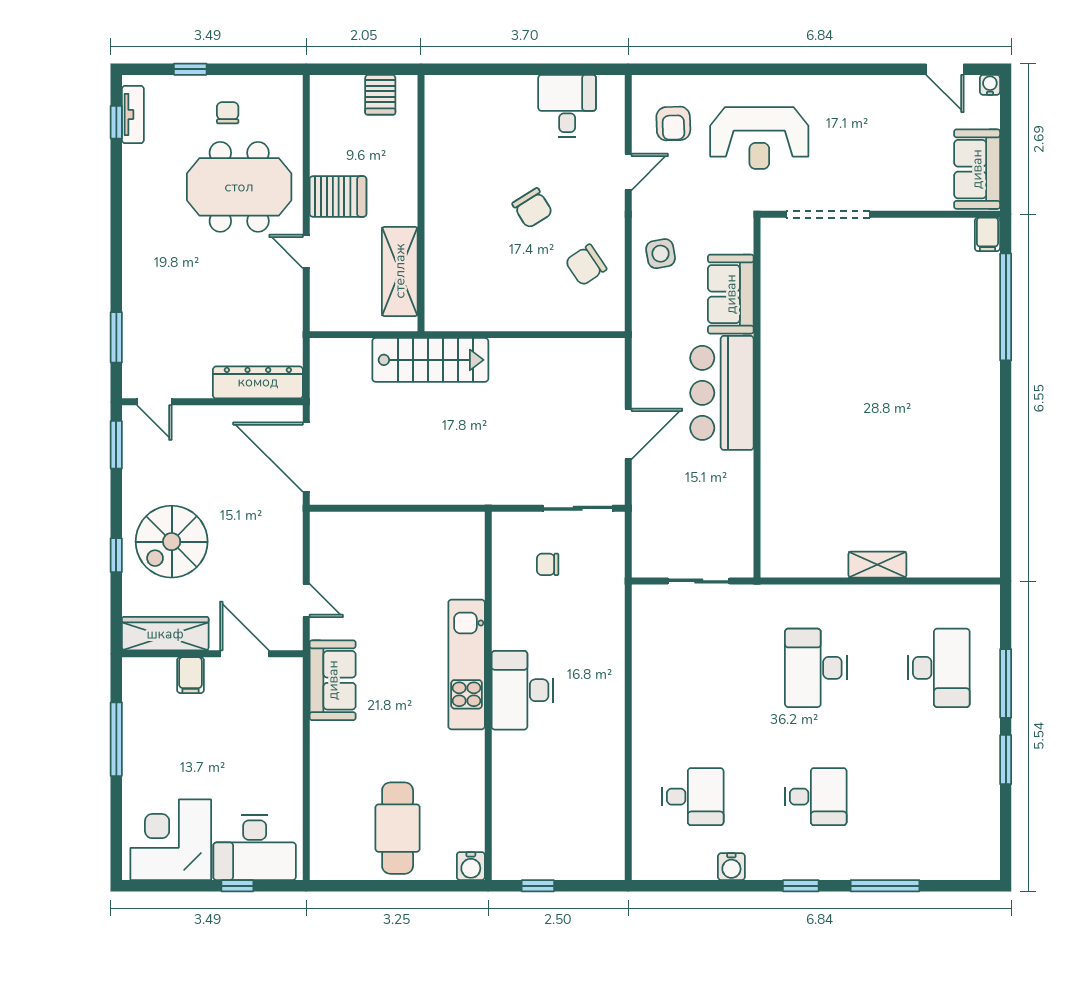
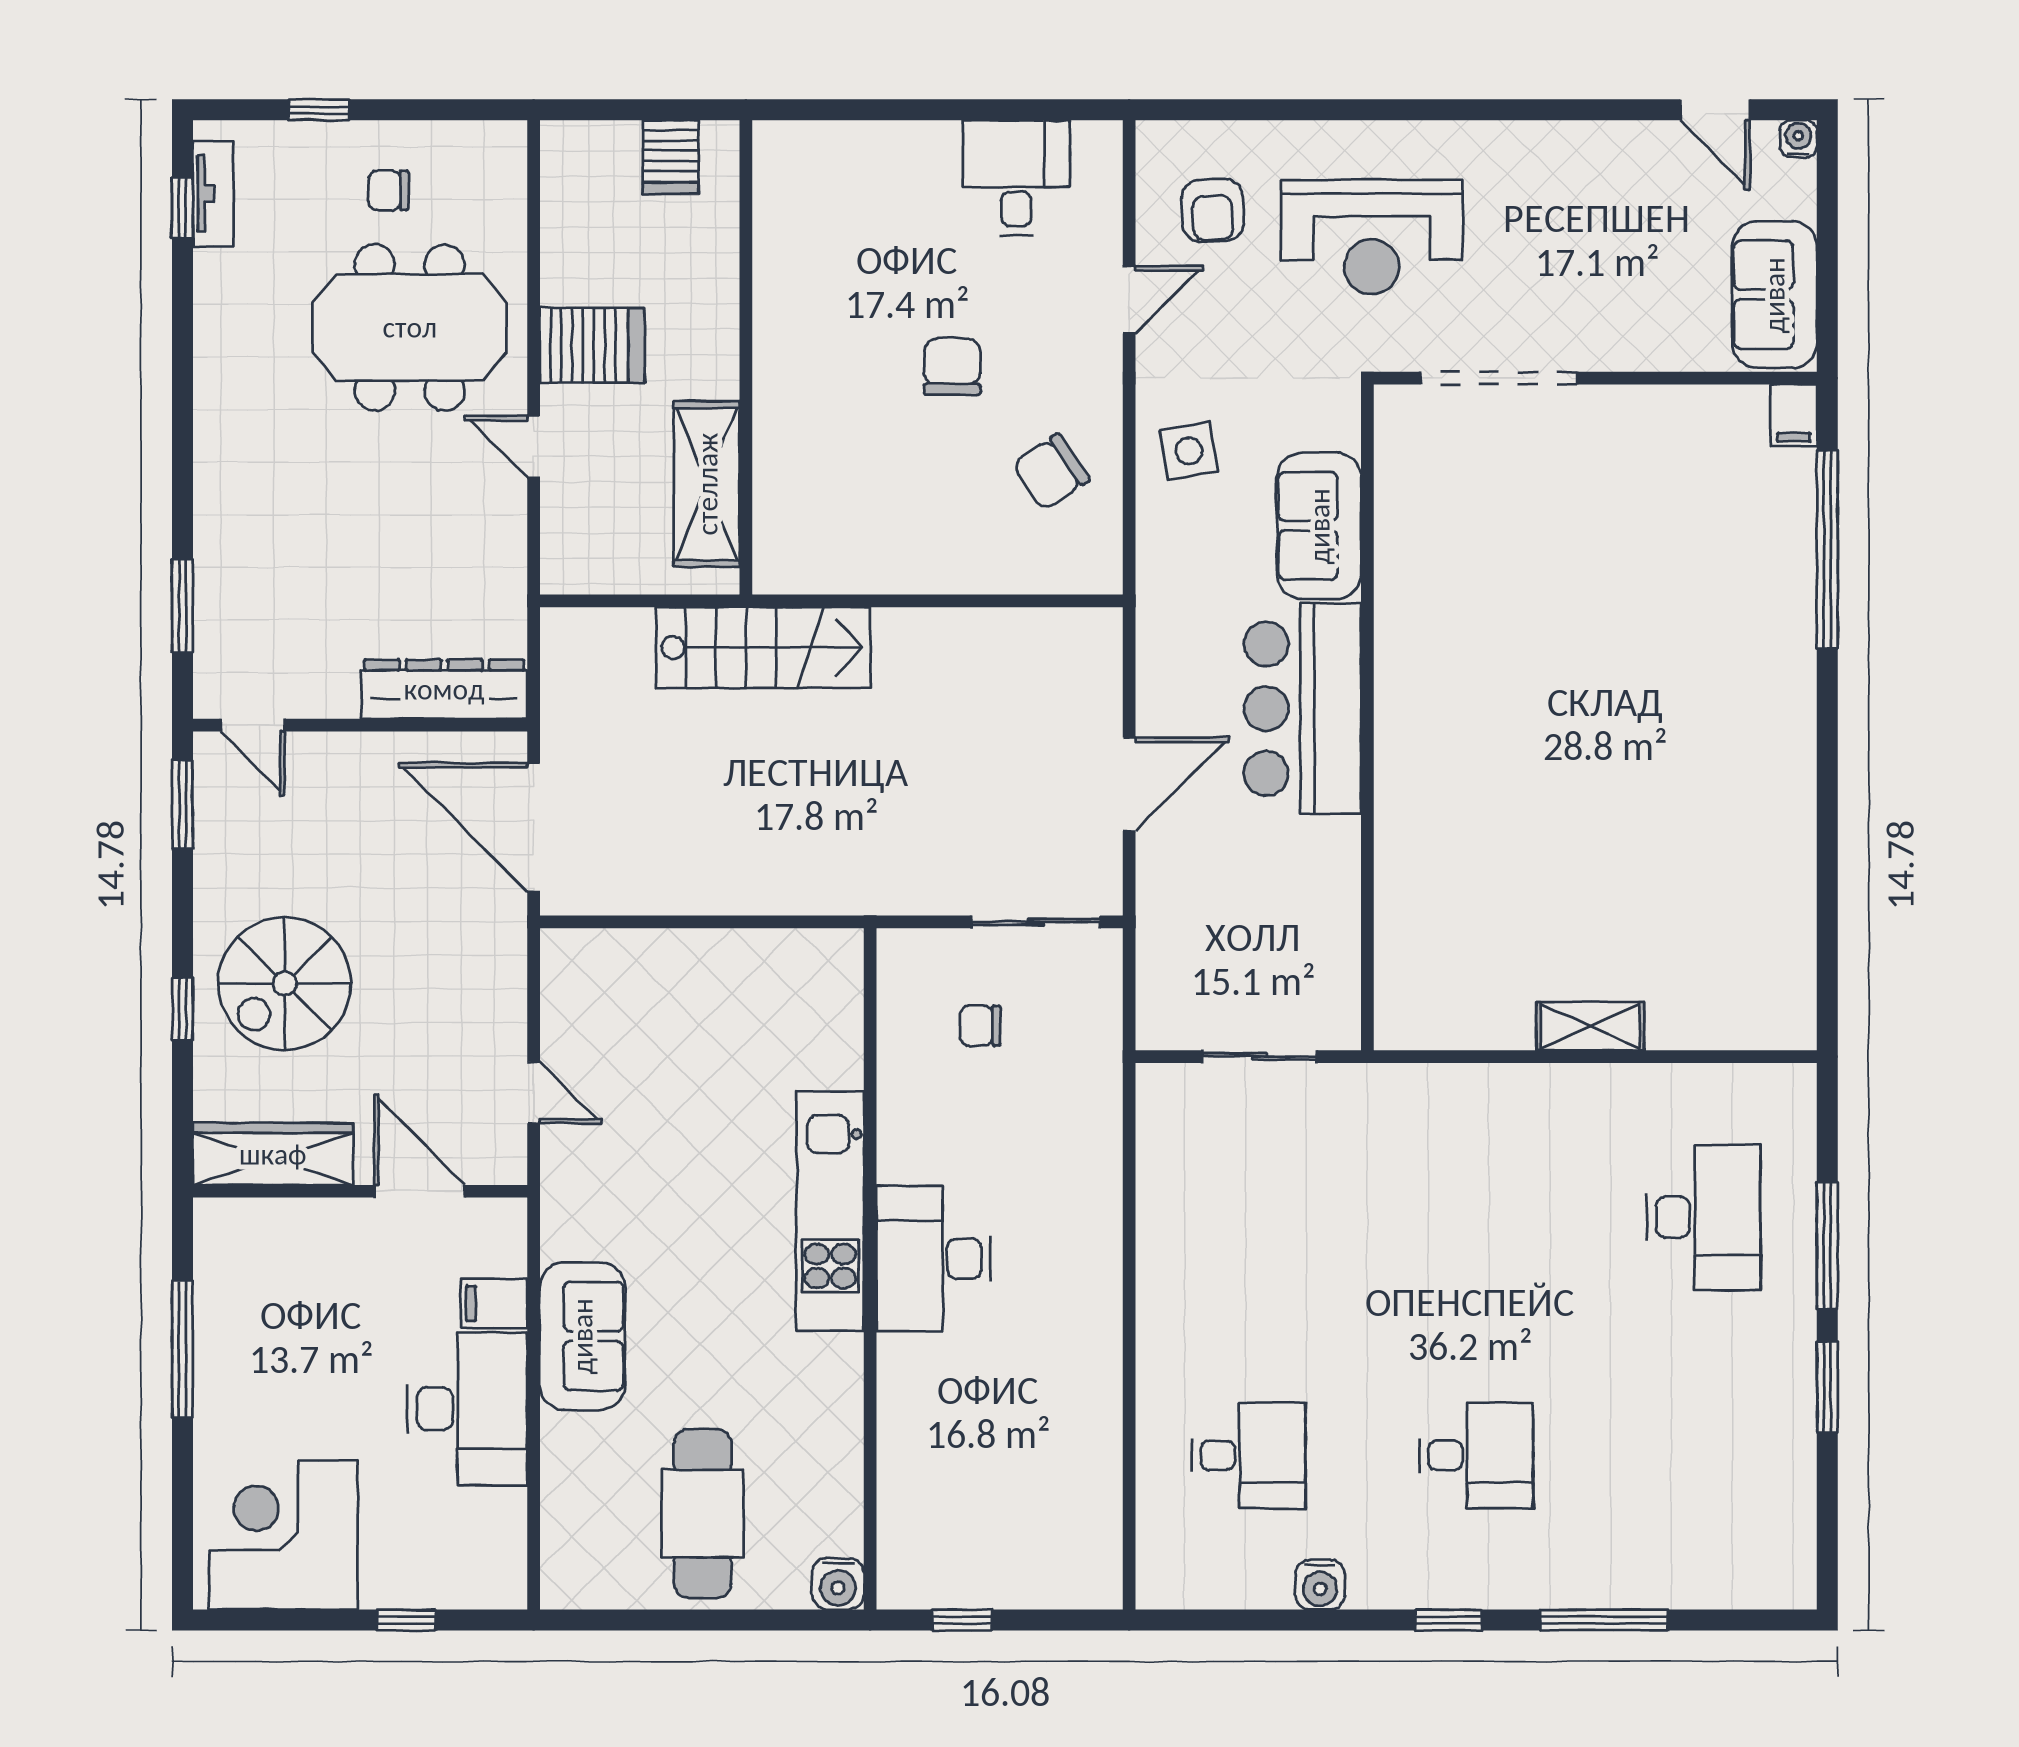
chair: (228, 113) -> (388, 190), turned -90
chair: (532, 208) -> (952, 367), turned -148
desk: (816, 668) -> (1476, 1217), removed
filing cabinet: (190, 675) -> (494, 1304), moved, turned 90
sofa: (333, 680) -> (582, 1336), moved
desk: (255, 848) -> (467, 1409), moved, turned -90

